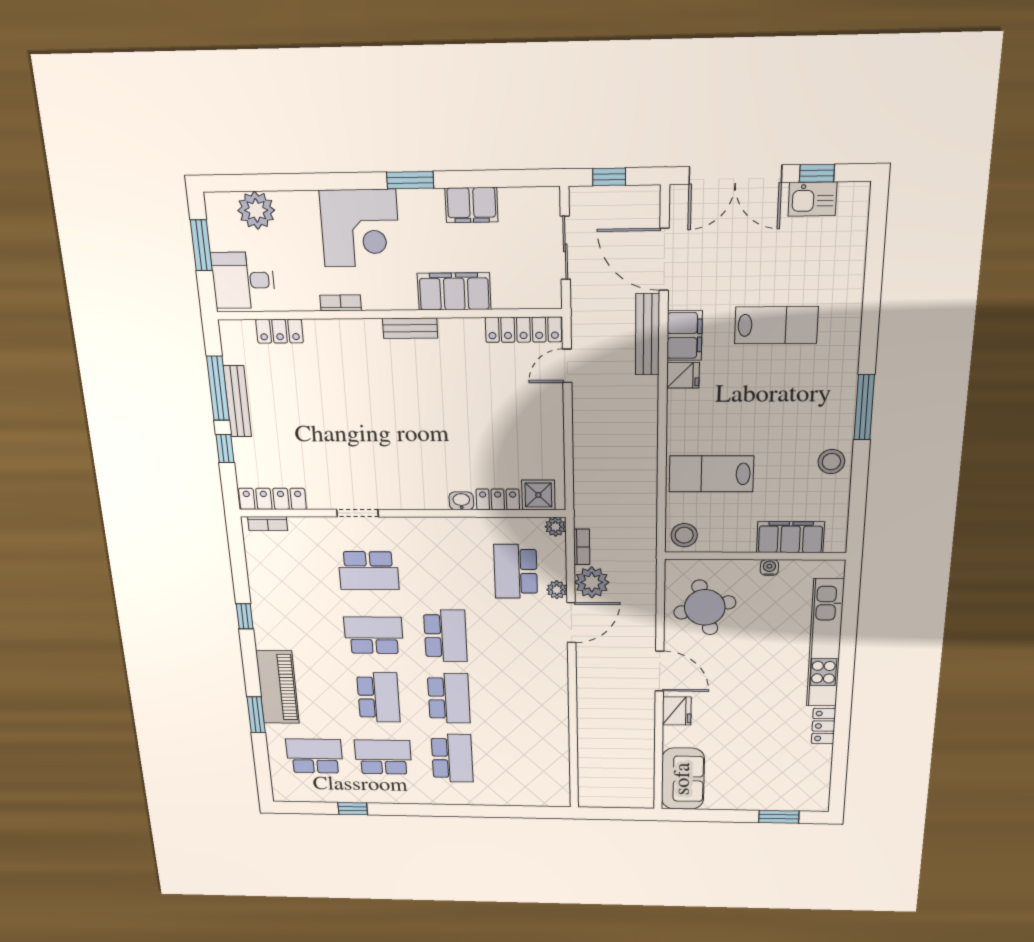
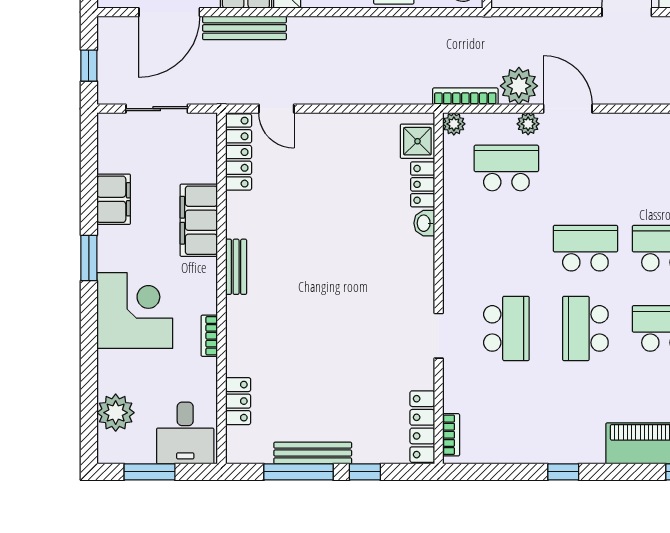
bookcase: (582, 547) -> (465, 96), width x1.56
school desk: (516, 571) -> (506, 168), turned 180

